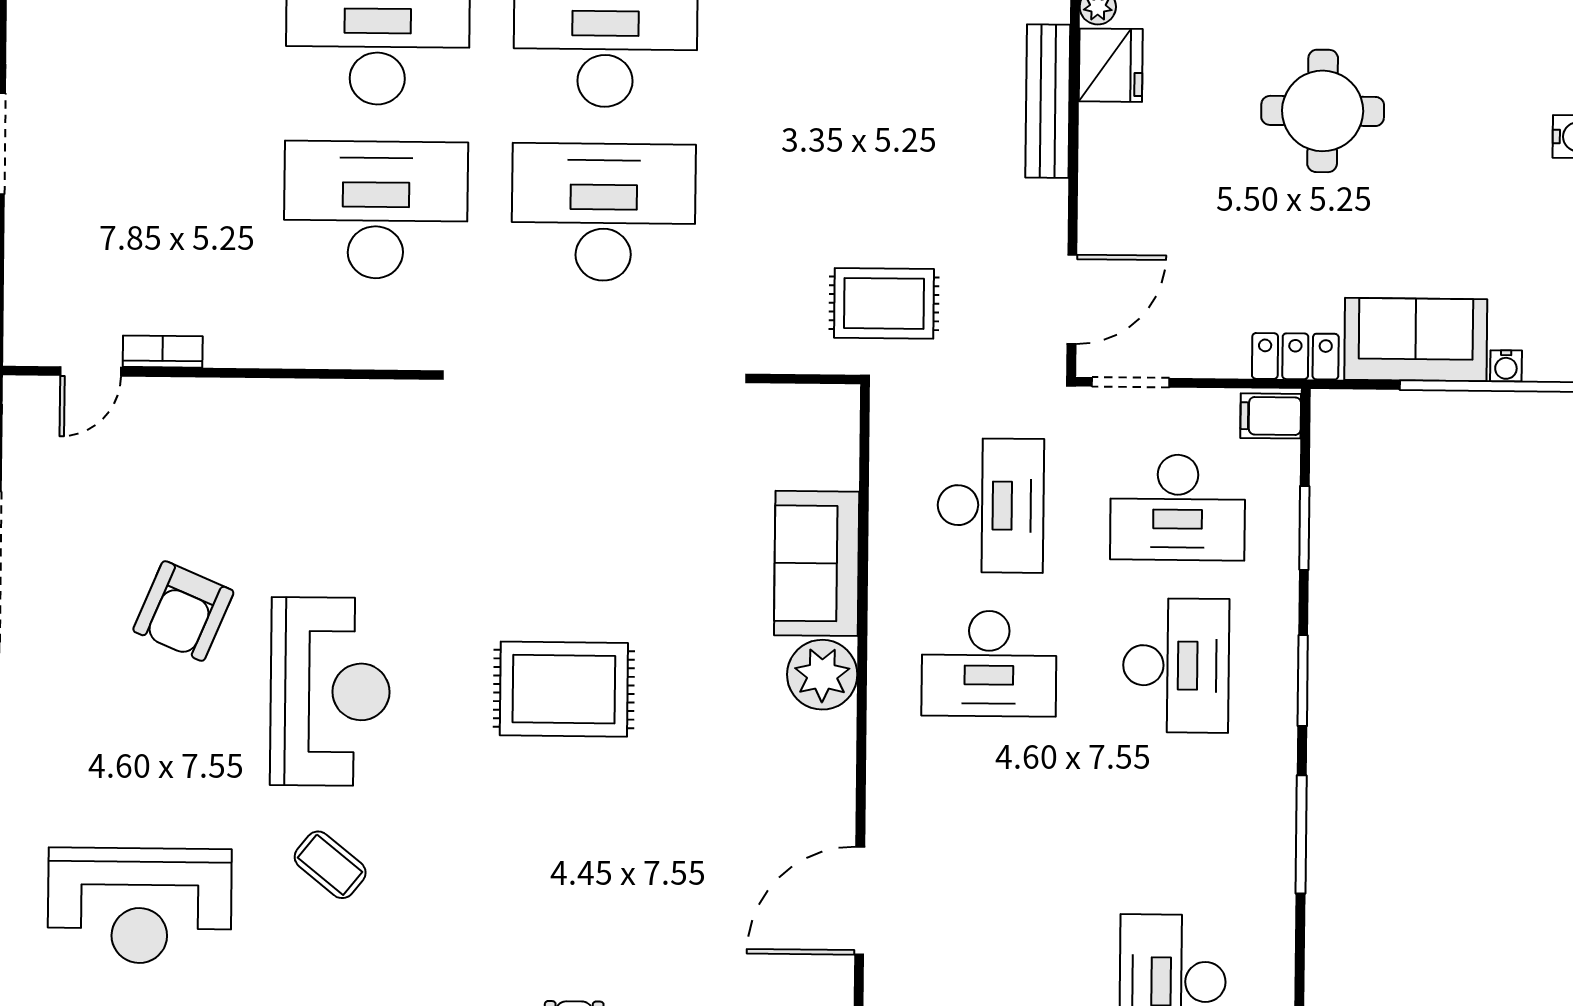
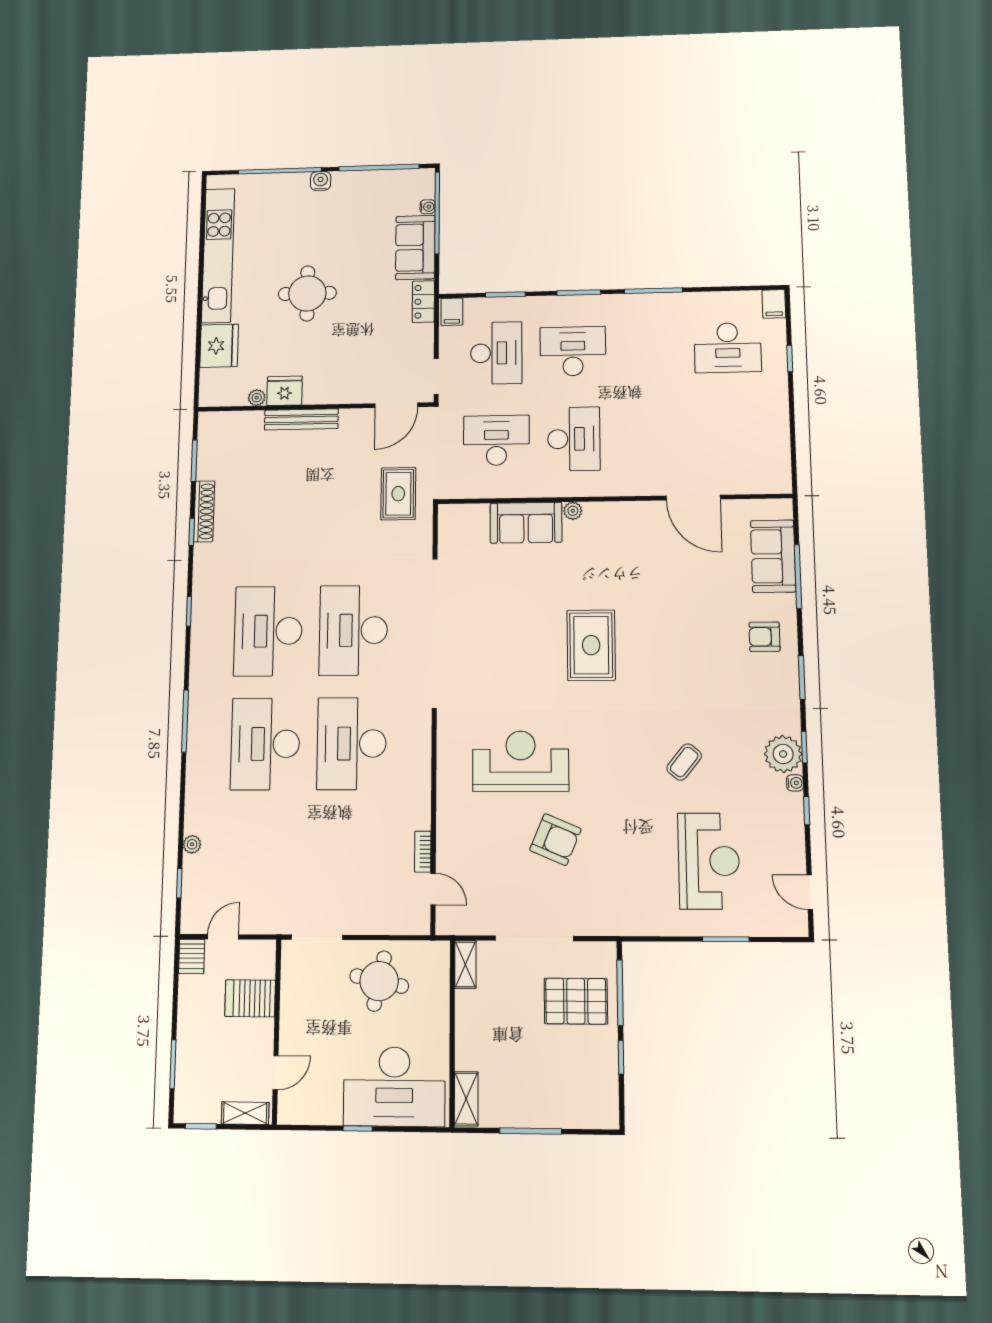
door: (1072, 299) -> (396, 405), swing flipped
plant: (822, 675) -> (573, 511), width x0.53, depth x0.53
reception desk: (330, 692) -> (521, 761), moved

